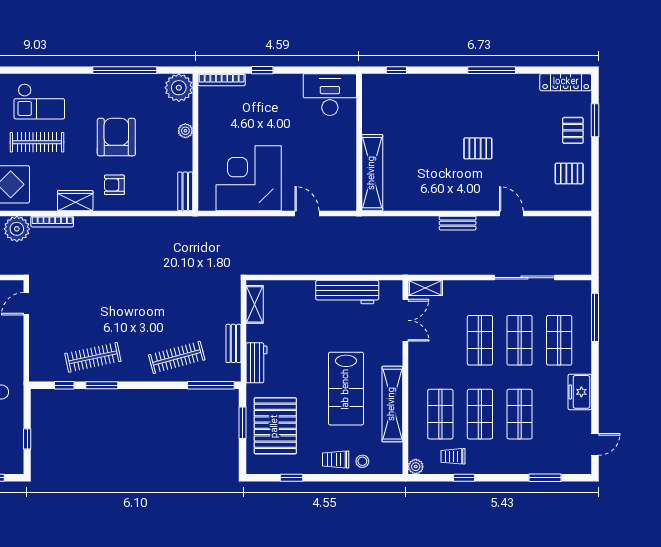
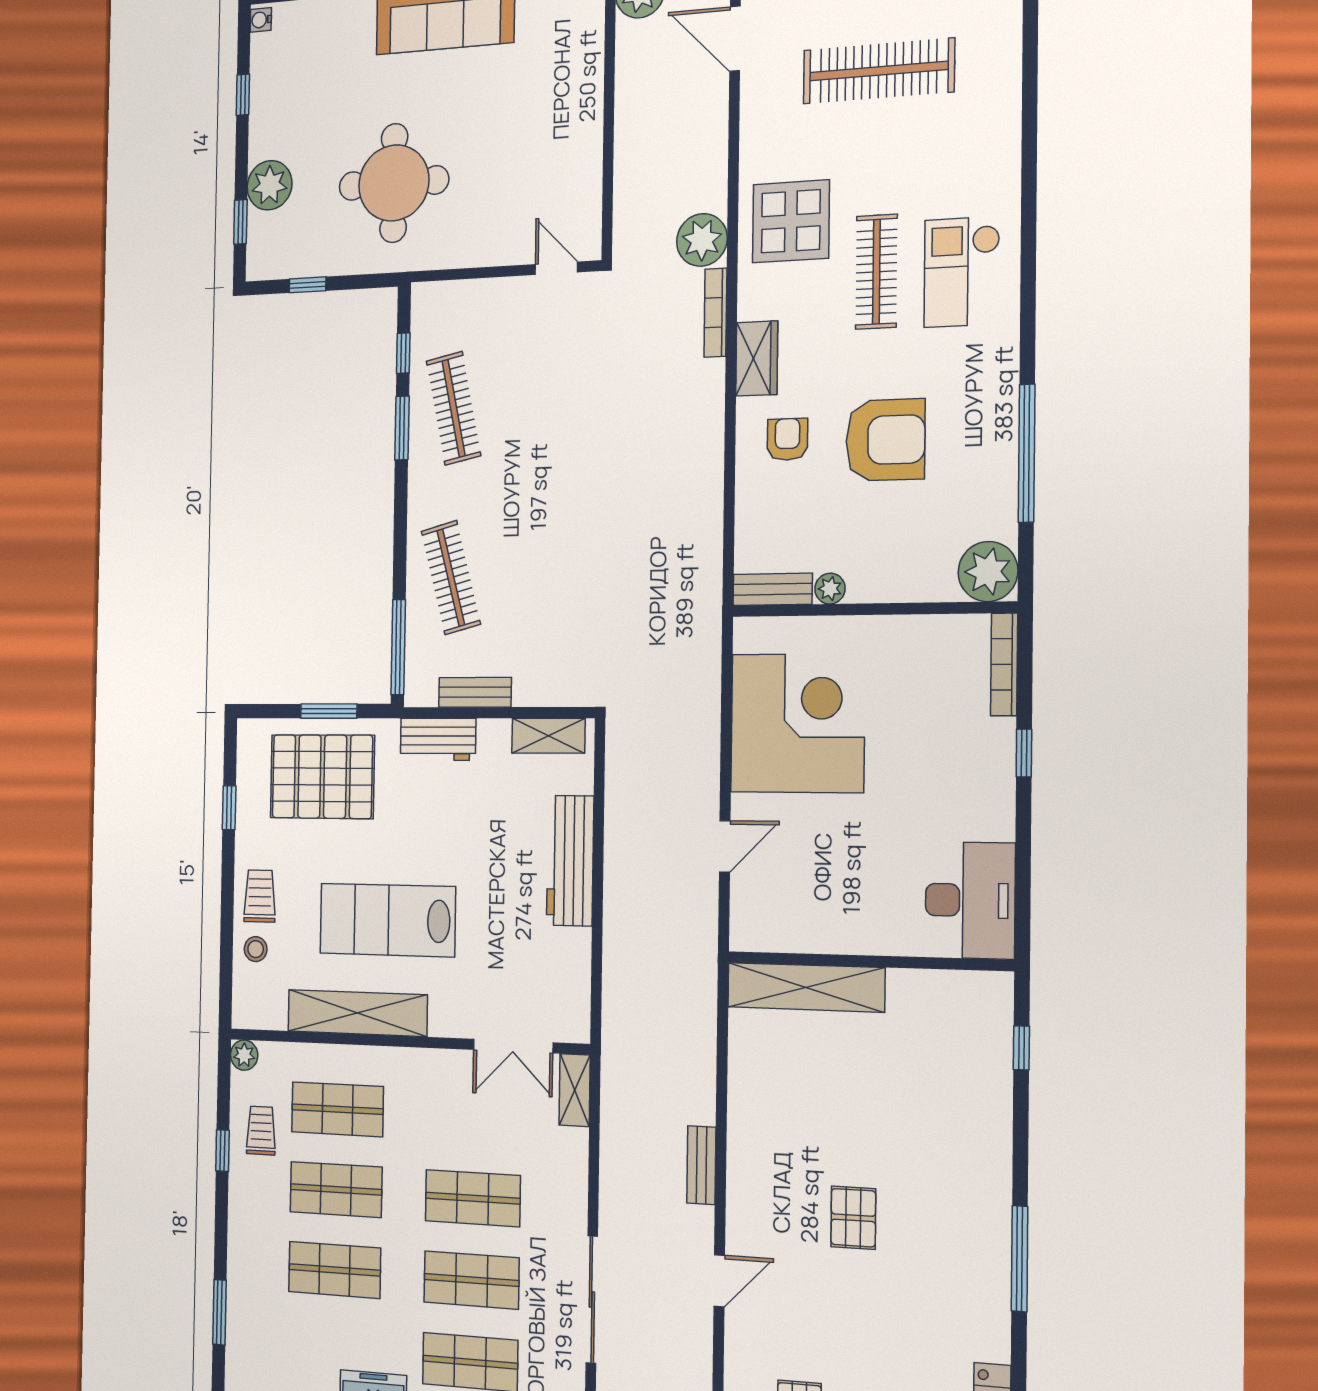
plant: (185, 131) -> (830, 589), moved
workbench: (347, 292) -> (570, 861), moved

